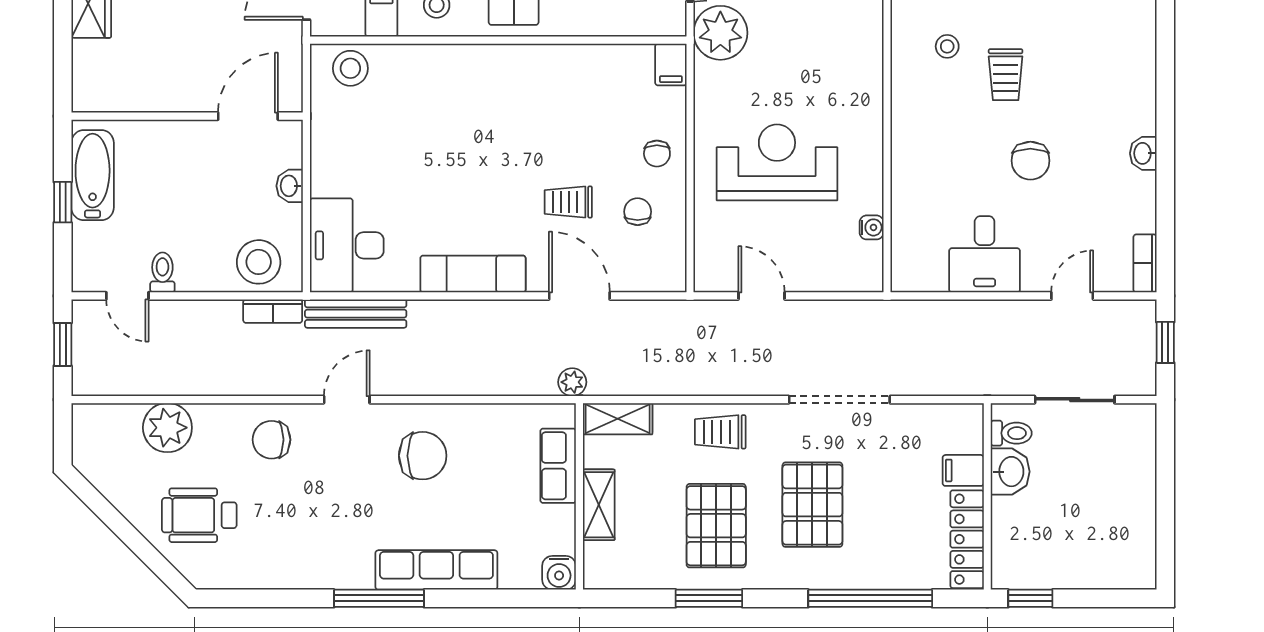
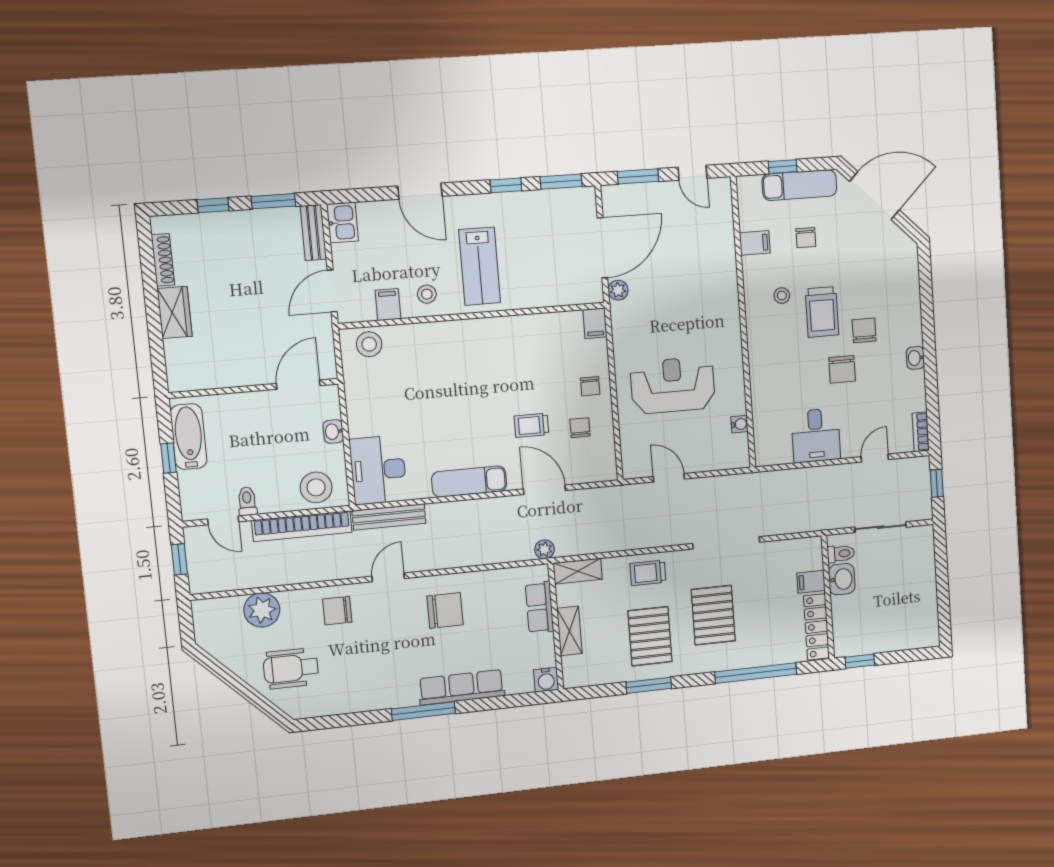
plant: (720, 33) -> (618, 290), width x0.53, depth x0.53
trolley: (1006, 75) -> (822, 312), width x1.36, depth x1.39
chair: (1067, 107) -> (864, 330), added
bookcase: (273, 311) -> (302, 526), width x2.31, depth x1.31

